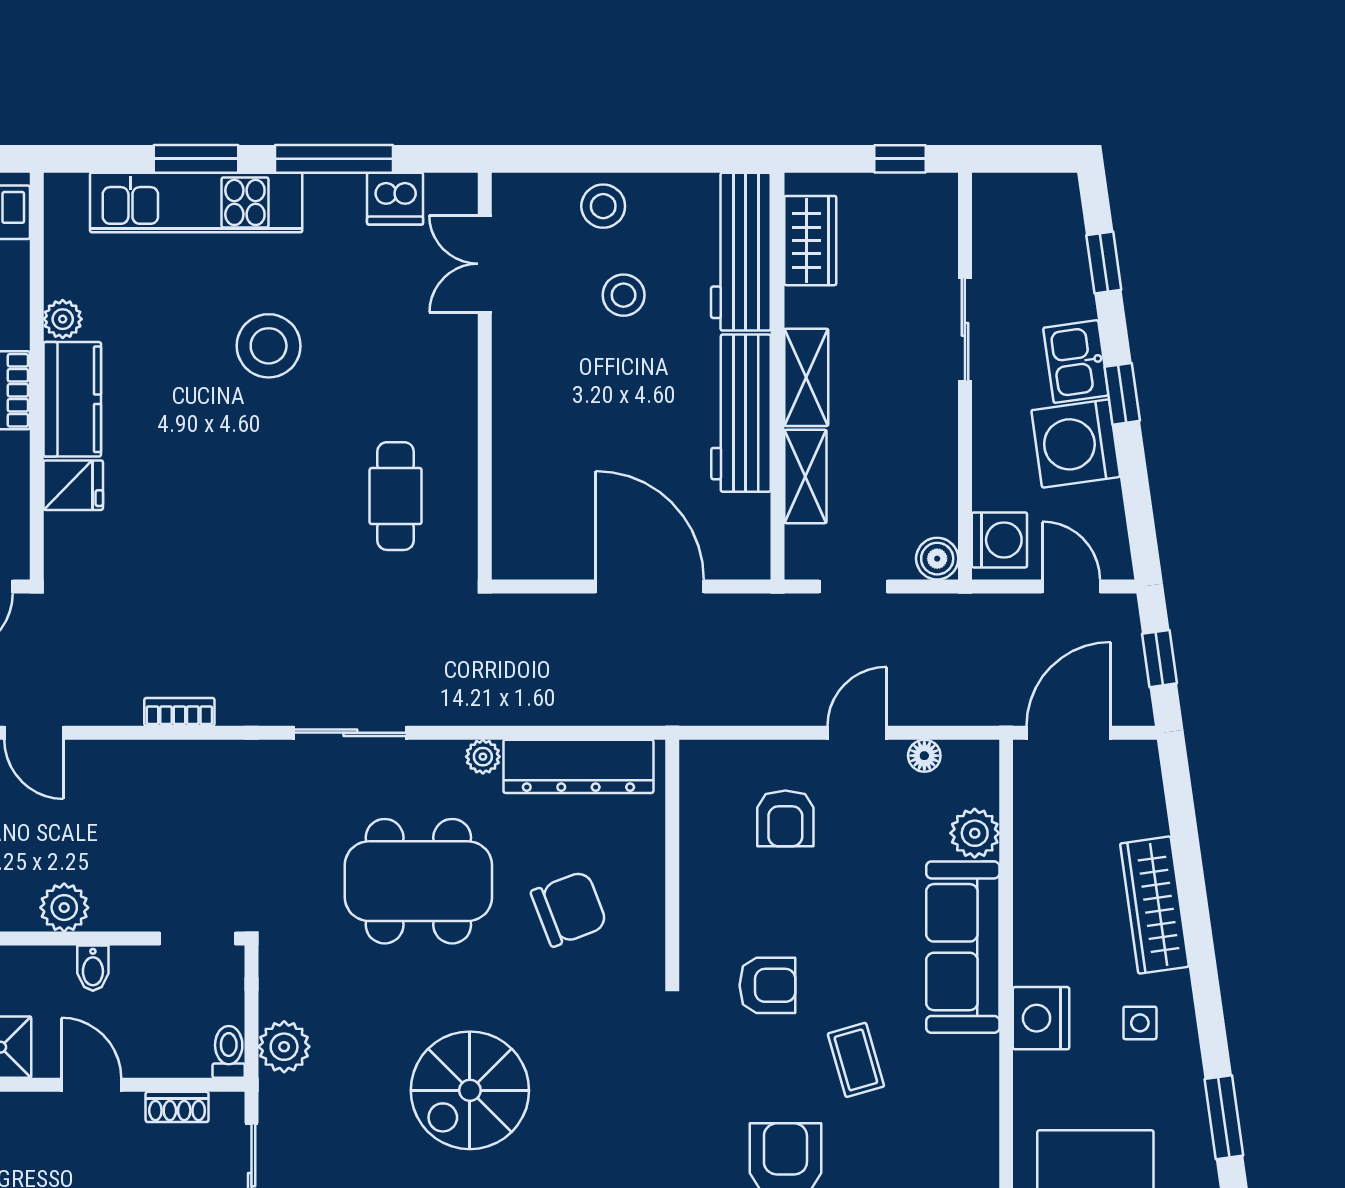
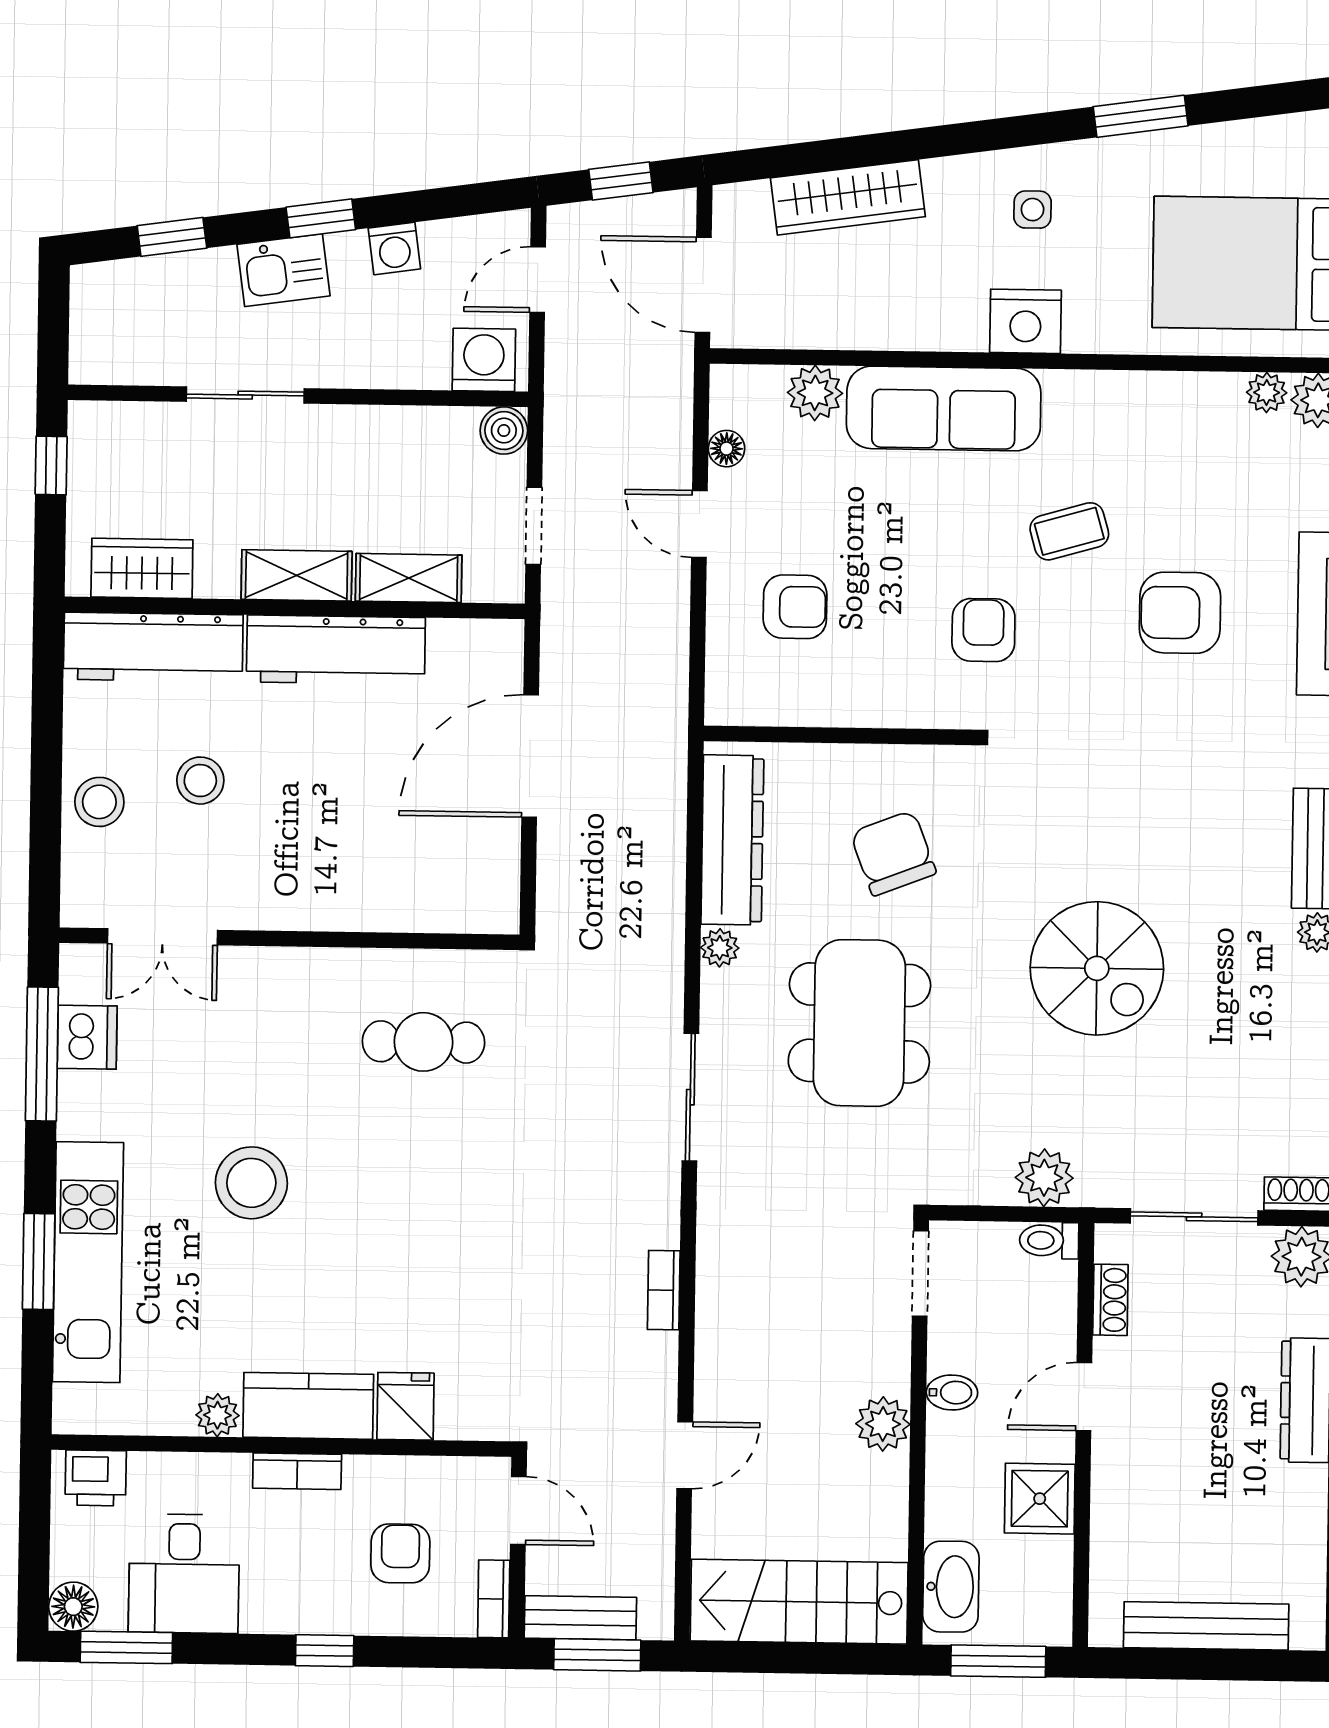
window: (334, 159) -> (42, 1054), moved
washing machine: (1076, 444) -> (394, 249), width x0.53, depth x0.53
wardrobe: (1154, 905) -> (848, 197), moved

